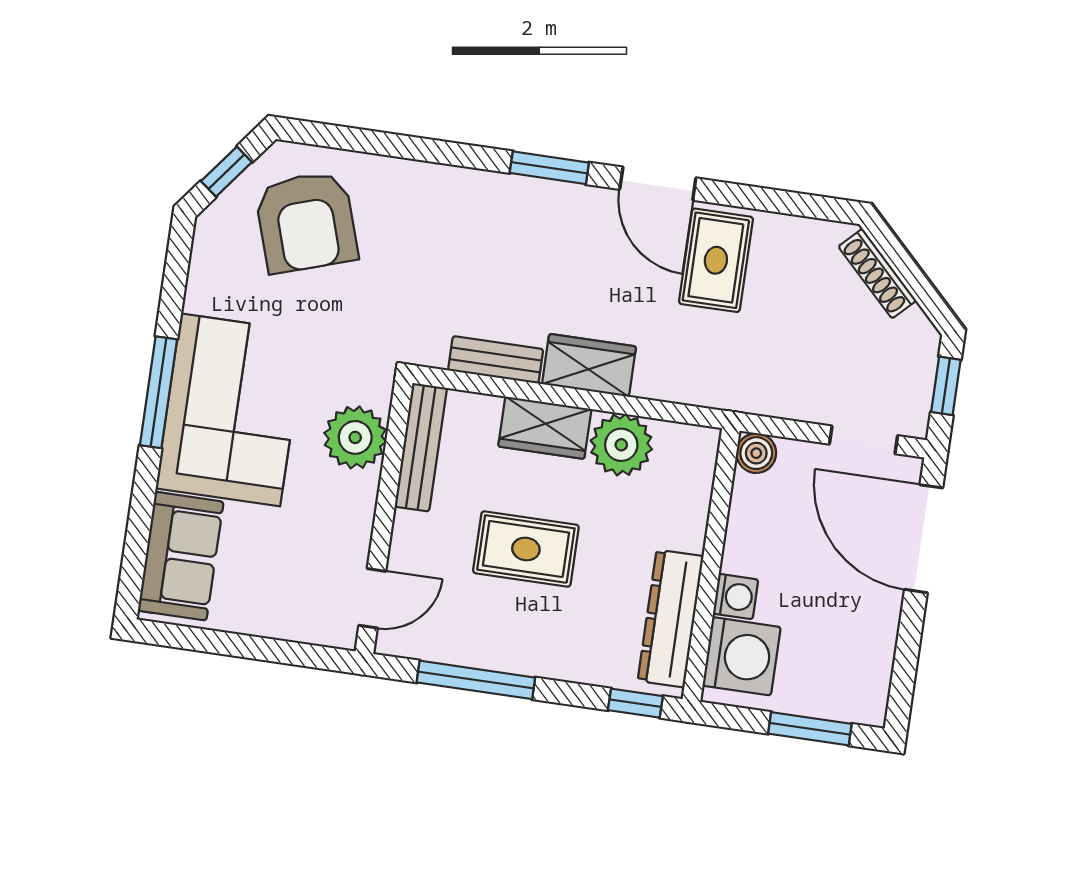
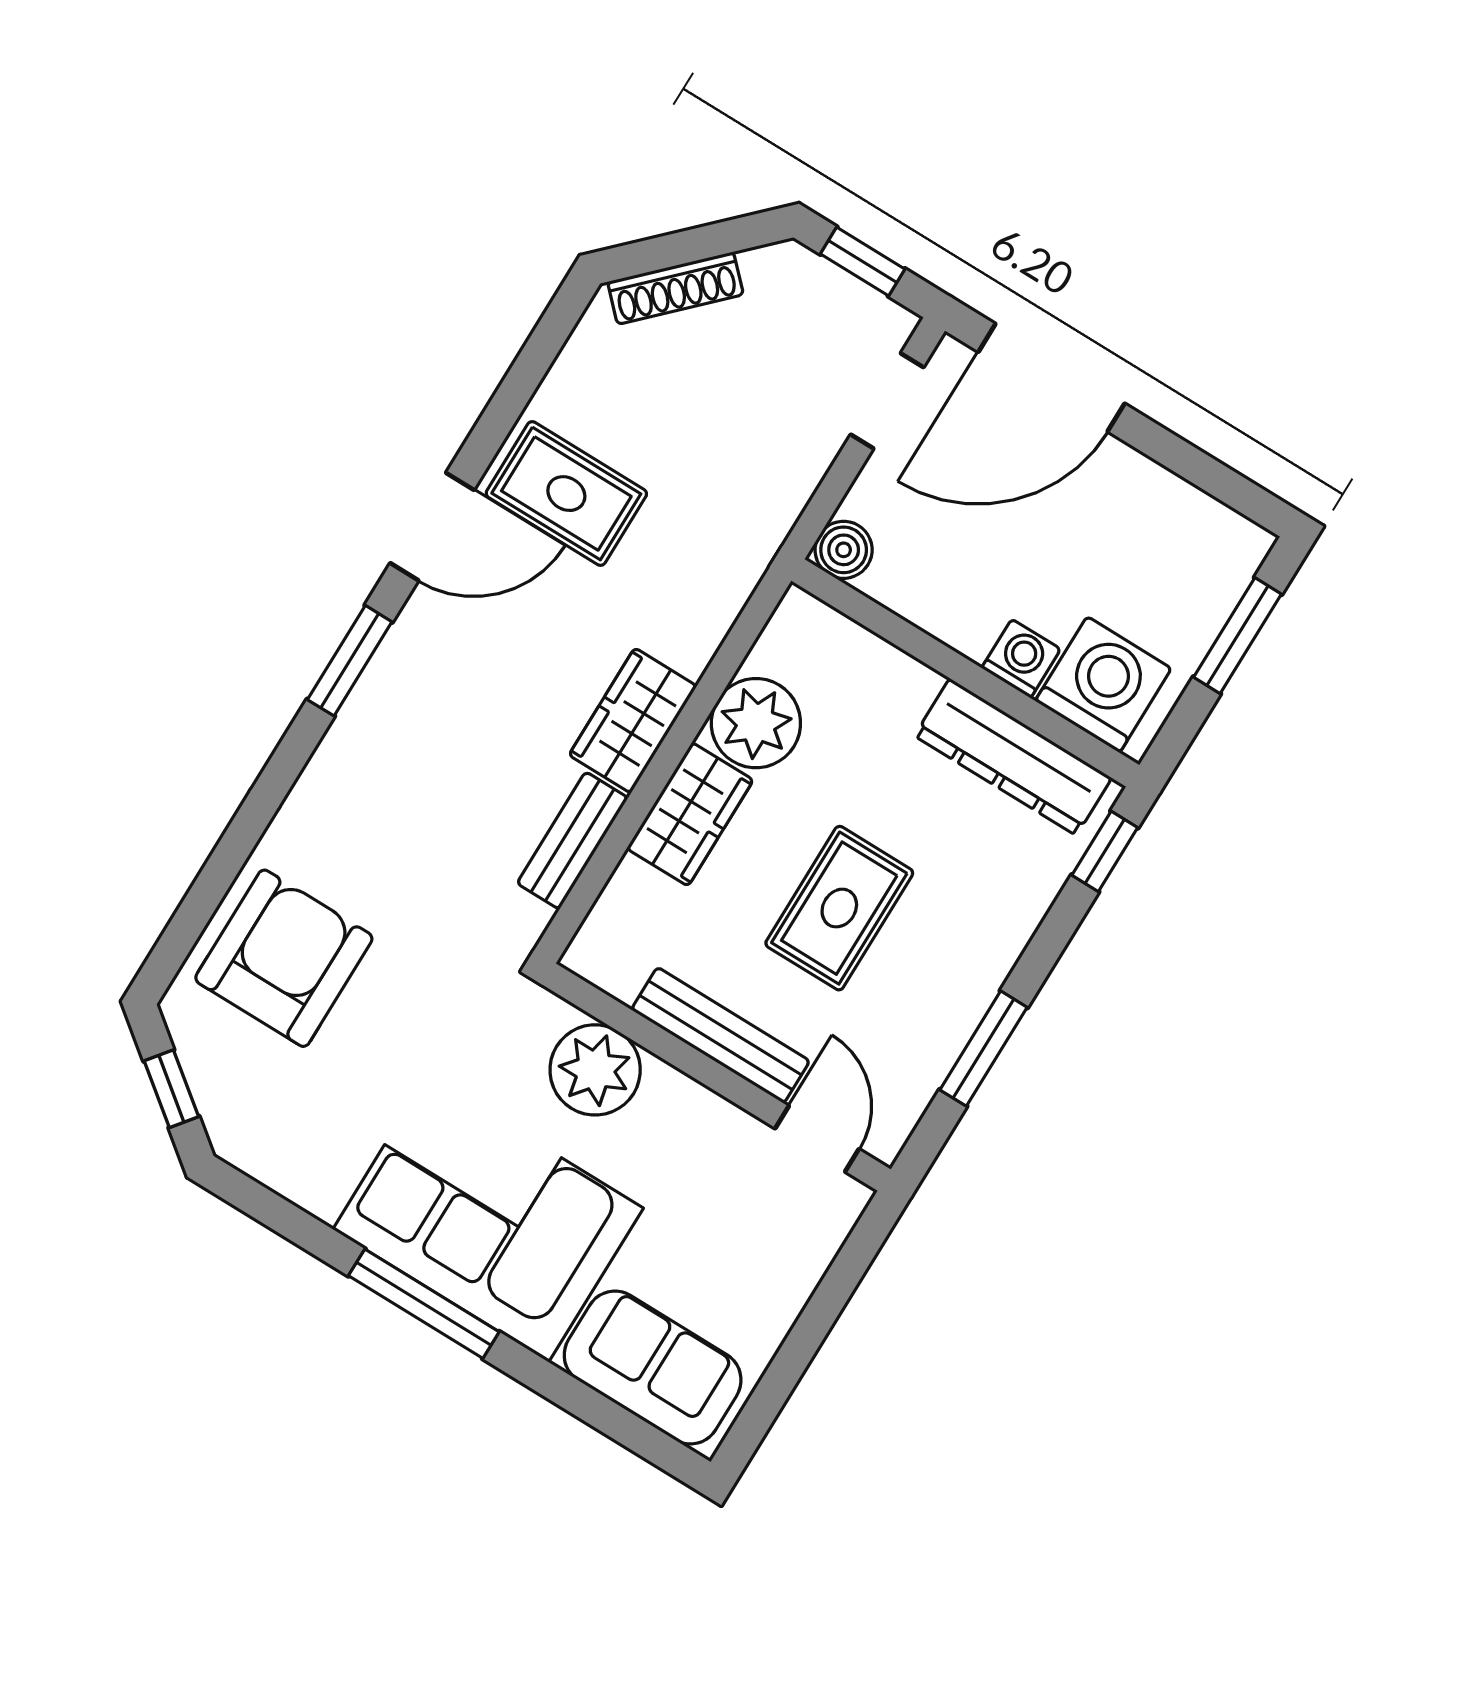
armchair: (306, 222) -> (284, 958), moved, turned -72
bench: (421, 447) -> (721, 1035), moved
window: (476, 680) -> (983, 1049), width x0.69

